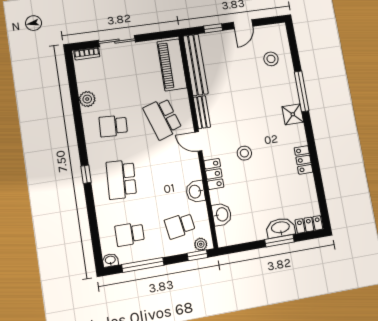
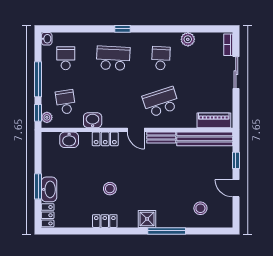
piano: (172, 65) -> (214, 120), width x0.73, depth x0.75
door: (198, 141) -> (136, 130), swing flipped
stool: (244, 153) -> (110, 189), moved
window: (143, 265) -> (38, 79), moved

